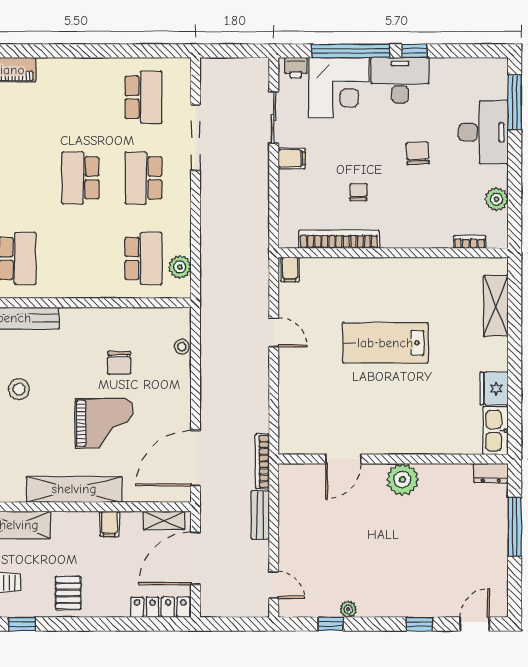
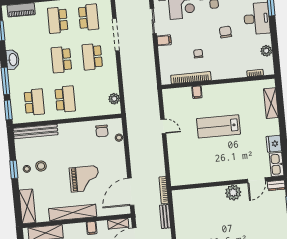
school desk: (81, 97) -> (58, 20), added
school desk: (144, 258) -> (65, 99), moved
filing cabinet: (290, 270) -> (197, 92), moved
chair: (119, 363) -> (102, 131), moved
door: (343, 459) -> (256, 180), moved

